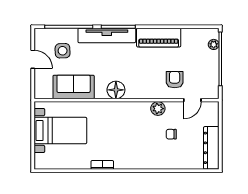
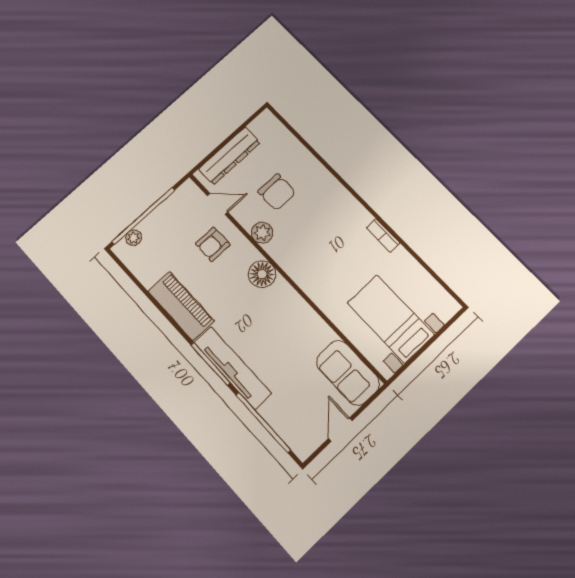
side table: (63, 51) -> (298, 403), removed
sofa: (74, 87) -> (348, 373), moved
floor lamp: (116, 90) -> (262, 274), moved
chair: (171, 134) -> (277, 192), width x1.87, depth x1.87
dresser: (211, 148) -> (229, 156), moved

